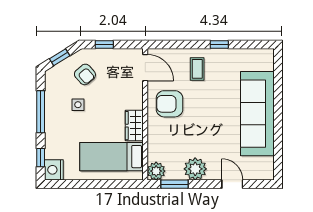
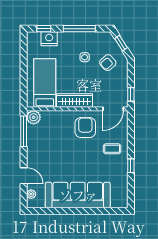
window: (104, 45) -> (131, 94), moved
wardrobe: (134, 126) -> (75, 100), width x1.50
plant: (195, 169) -> (31, 194), moved, width x0.53, depth x0.53
nightstand: (54, 170) -> (49, 39), moved
window: (174, 184) -> (24, 131), width x1.44
door: (232, 184) -> (24, 176), hinge flipped

